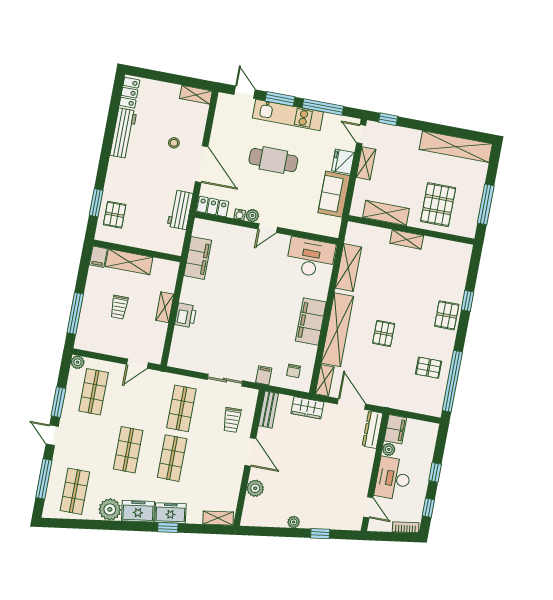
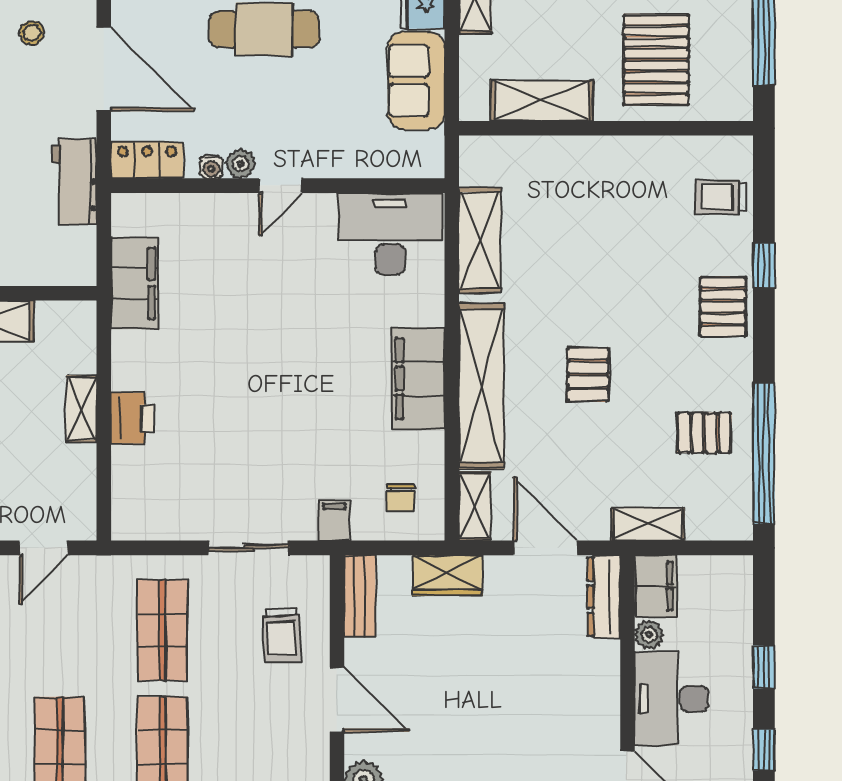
shelving: (407, 239) -> (648, 524), moved
trolley: (455, 268) -> (721, 197), added

